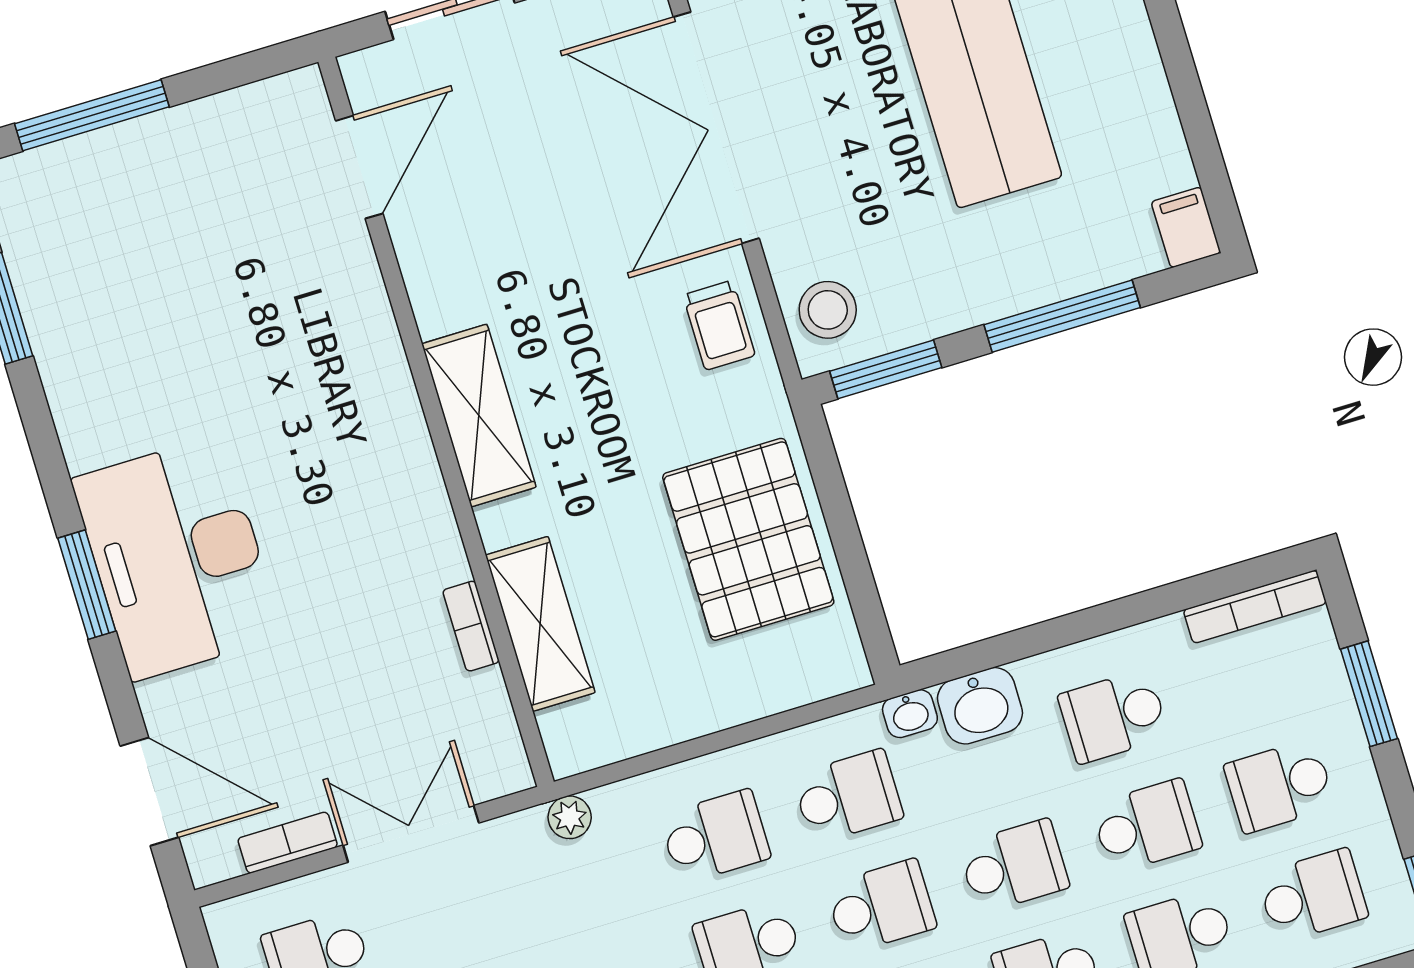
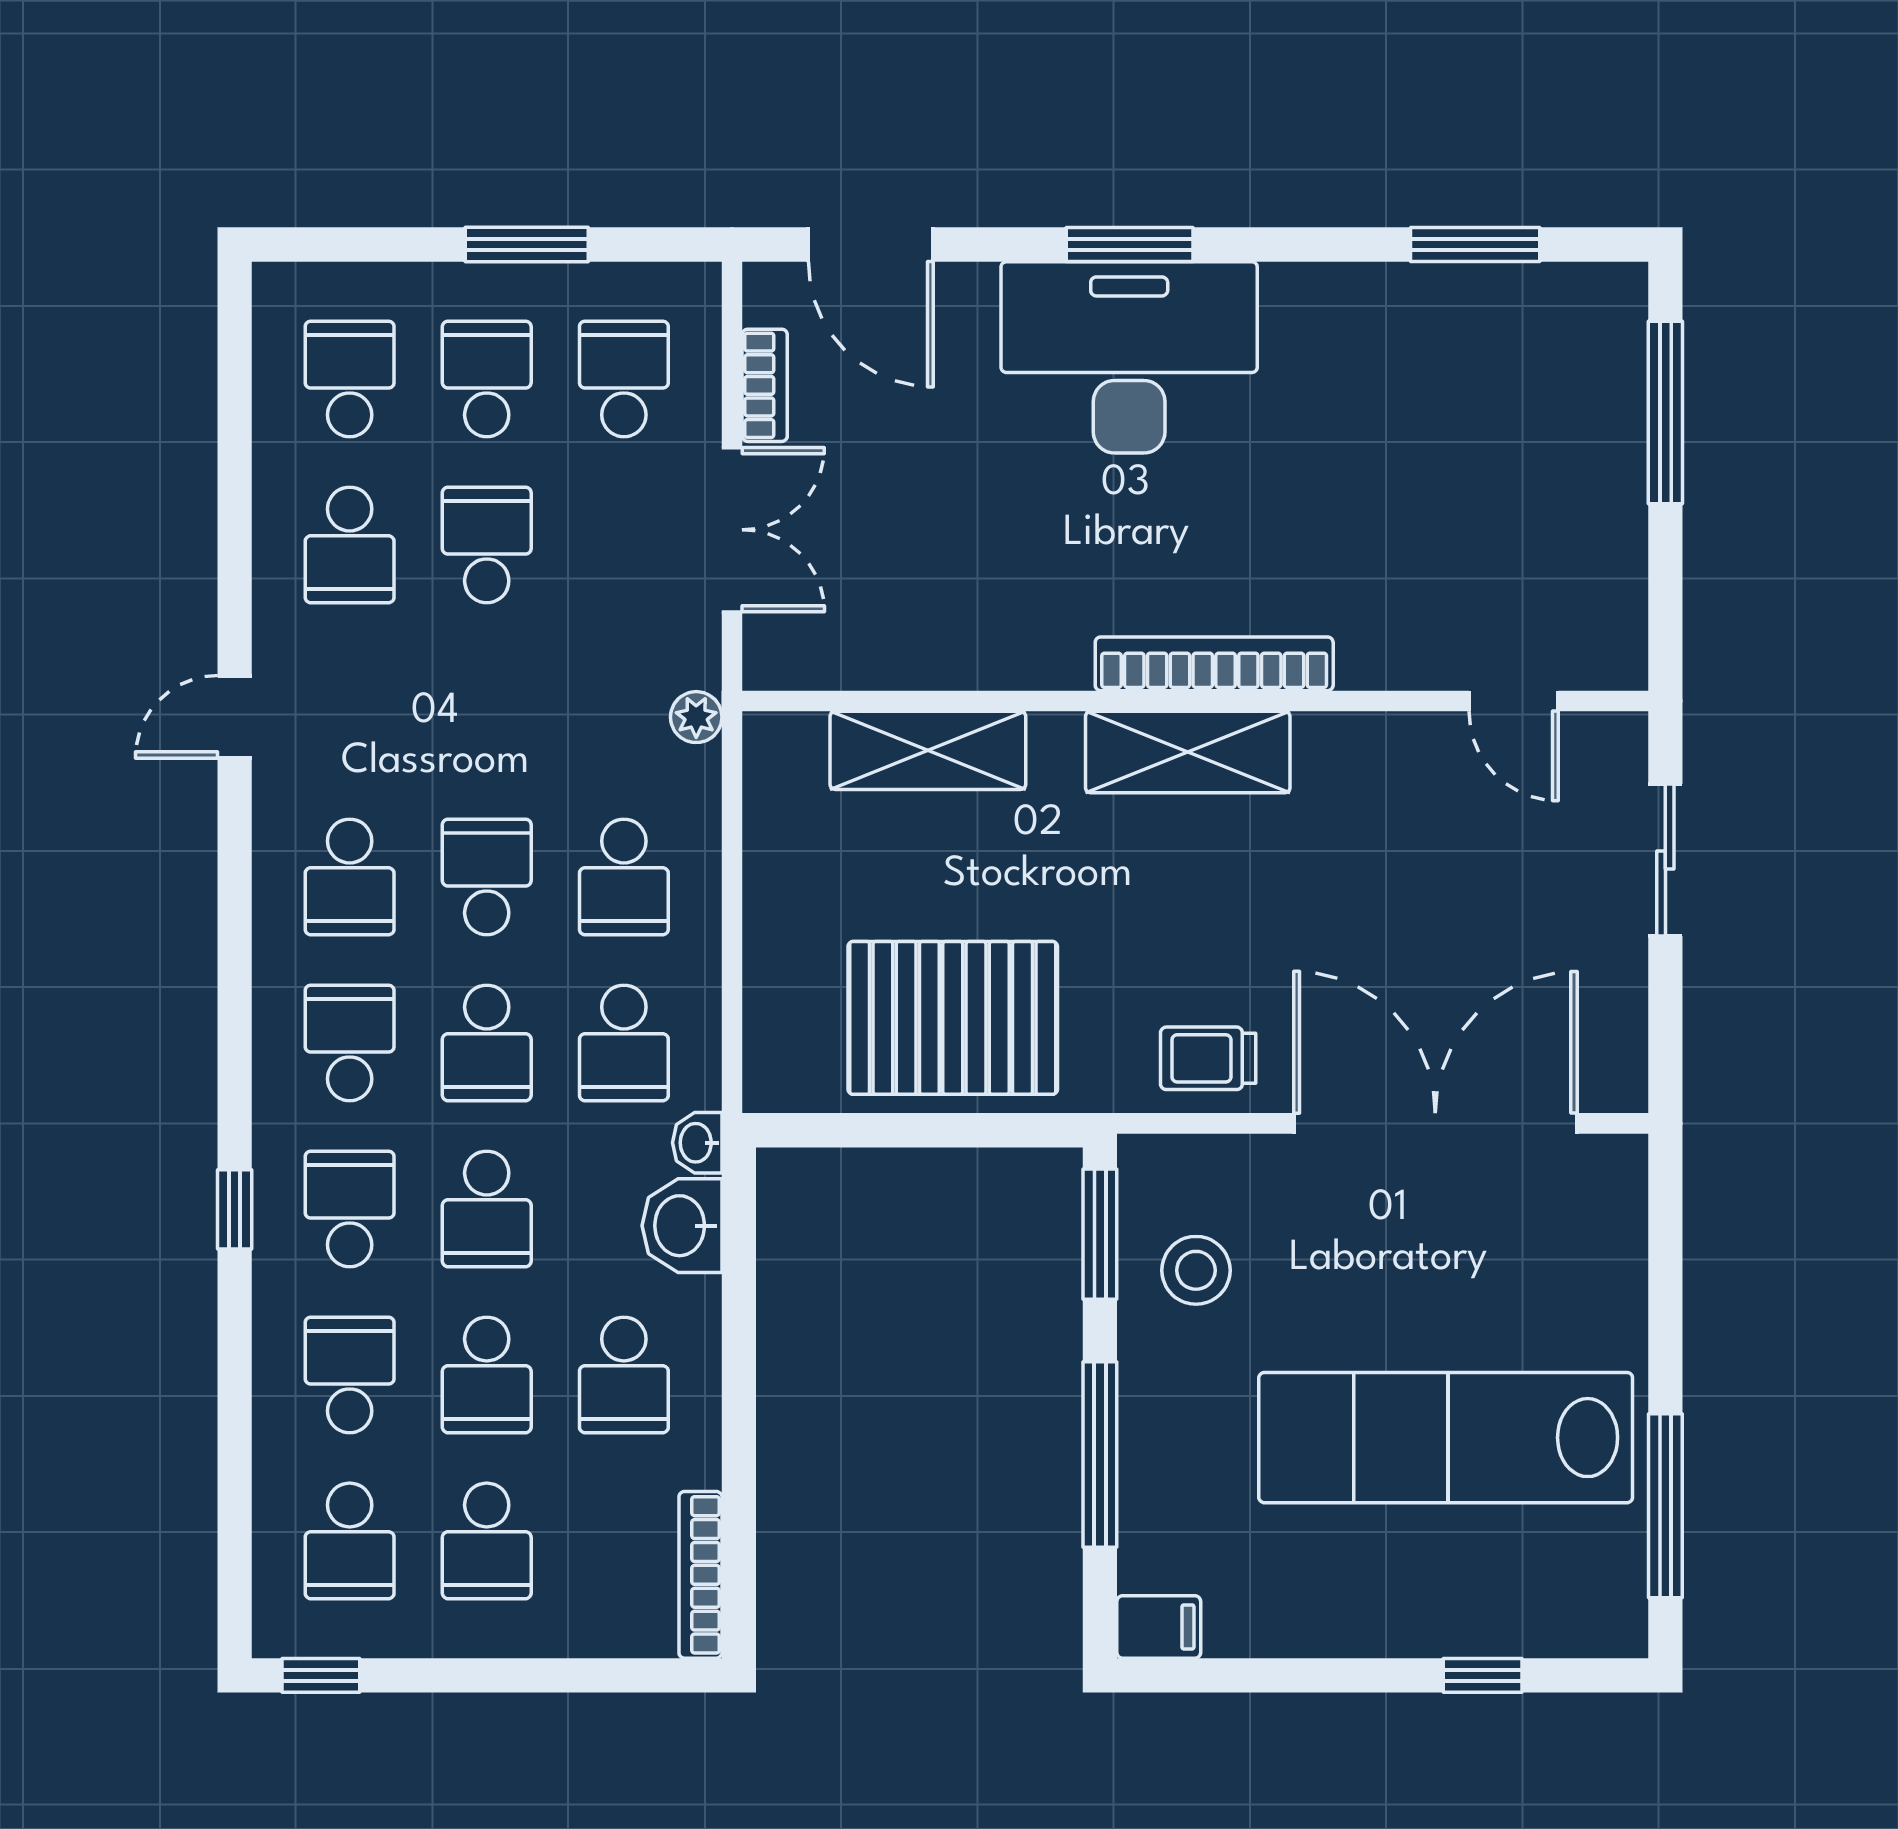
door: (359, 167) -> (1514, 701), width x0.73
stool: (828, 310) -> (1196, 1270), moved
bookcase: (471, 626) -> (1214, 664), moved, width x2.31, depth x1.31
window: (1369, 694) -> (561, 1675), removed
school desk: (1113, 716) -> (624, 1375), turned 180
school desk: (1279, 786) -> (487, 1541), turned 180
door: (149, 792) -> (871, 245), hinge flipped

